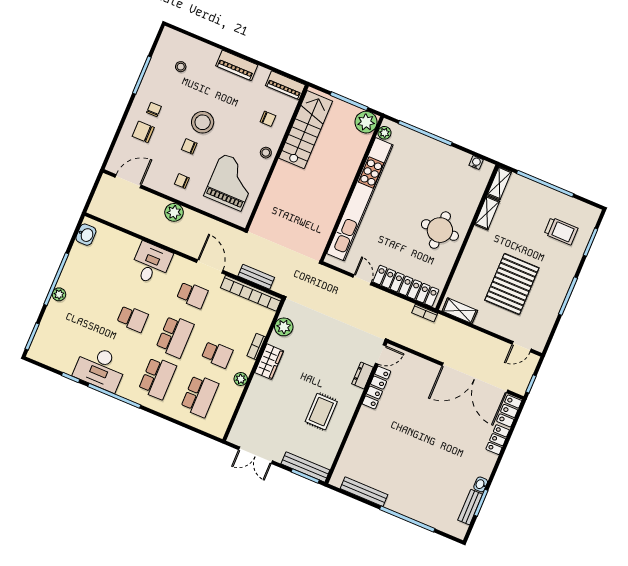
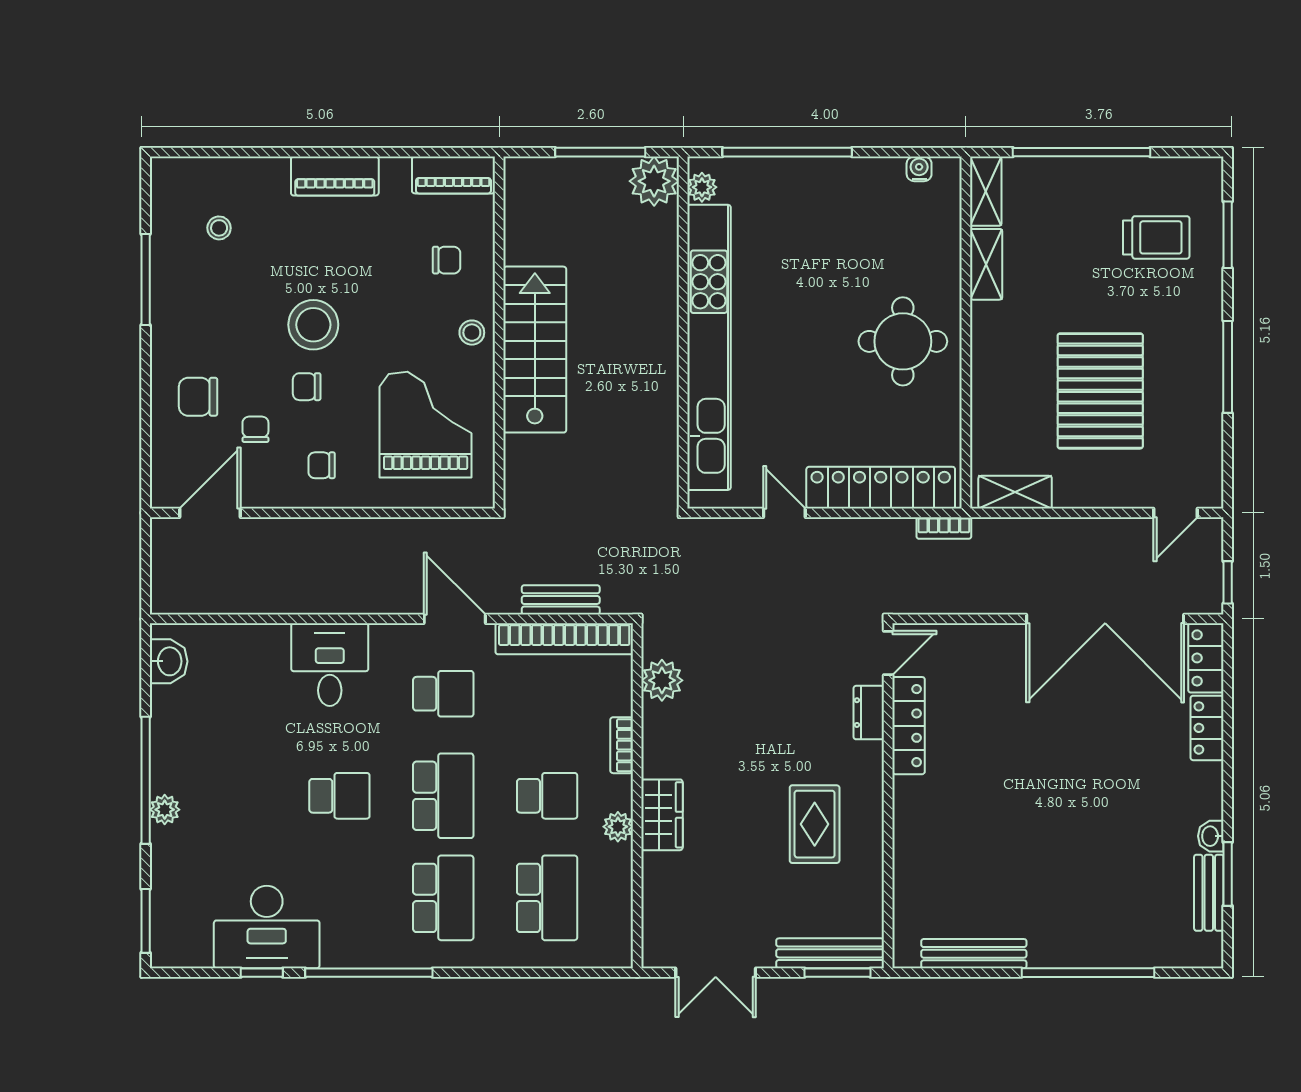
chair: (154, 109) -> (255, 429), moved
stairs: (306, 130) -> (535, 350), moved
plant: (174, 212) -> (333, 538), removed
wardrobe: (269, 362) -> (662, 815), moved
desk: (100, 368) -> (267, 927), moved

